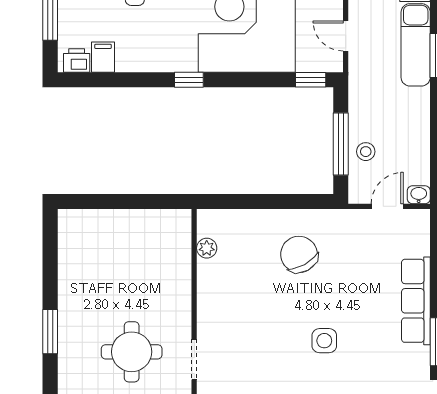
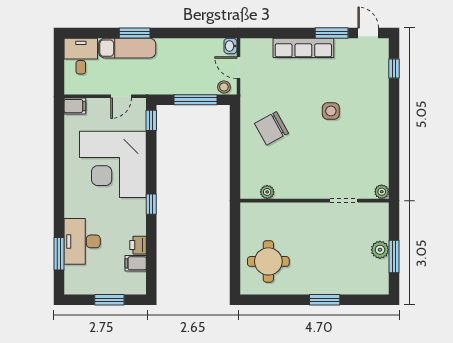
printer: (77, 61) -> (138, 245), moved
stool: (366, 152) -> (224, 87), moved
round table: (132, 352) -> (268, 261), moved

